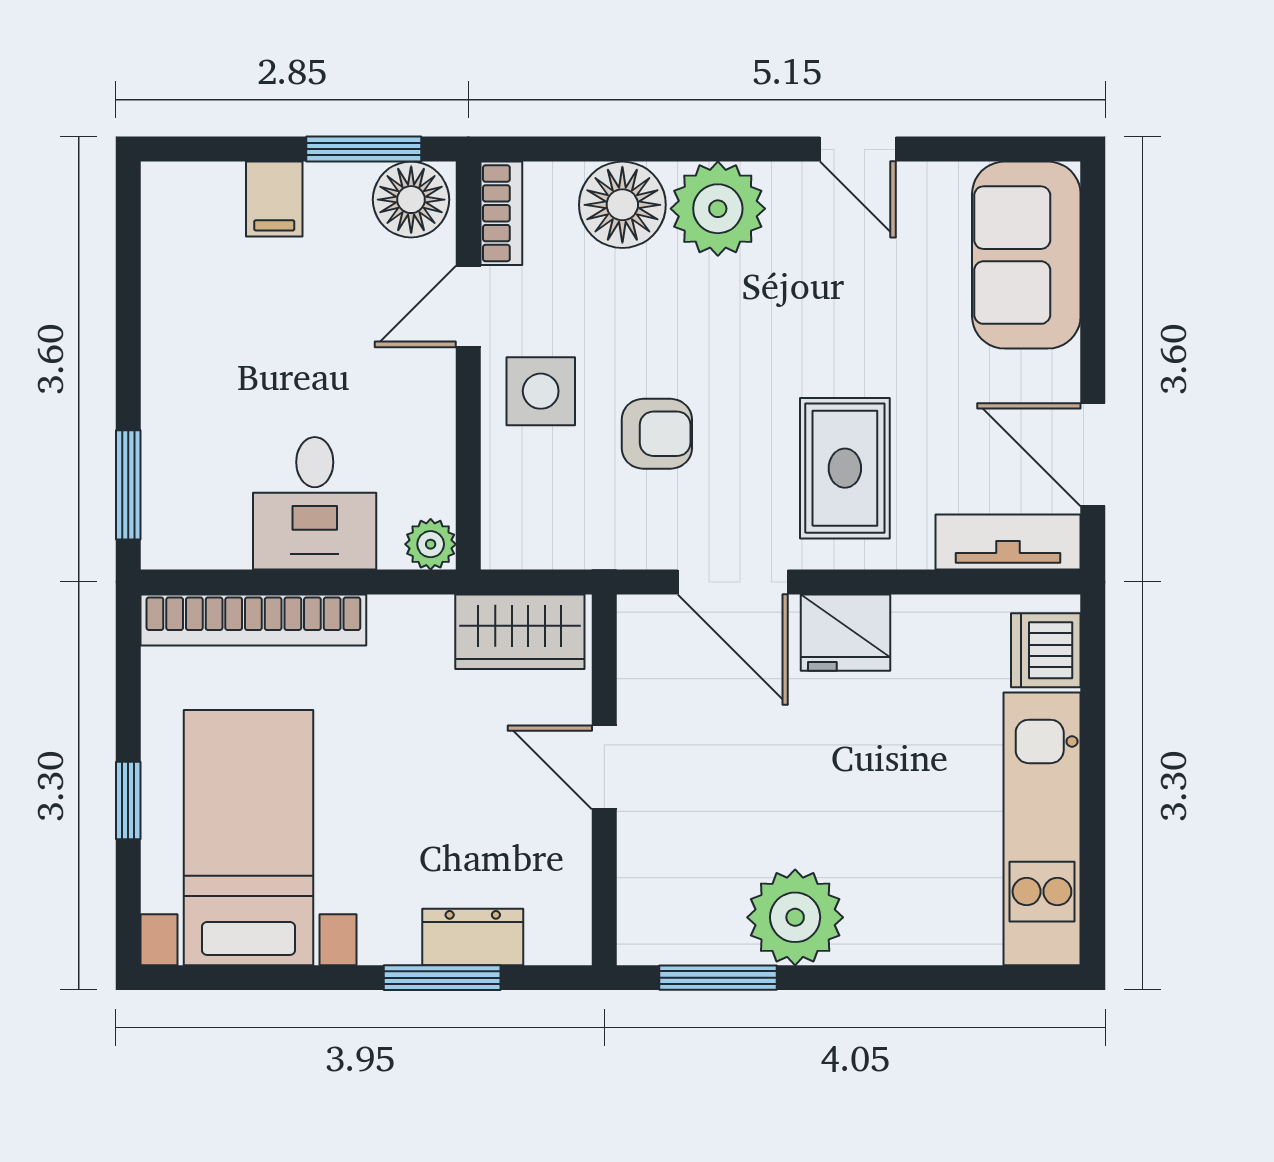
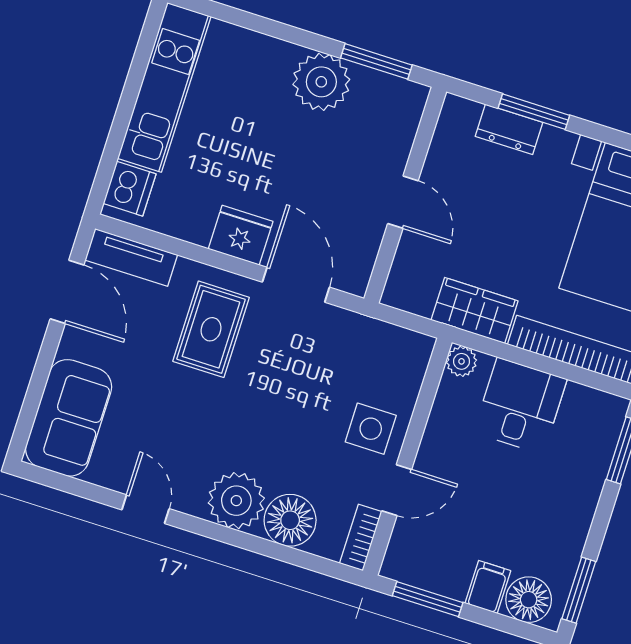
floor lamp: (411, 200) -> (529, 600), moved
window: (128, 240) -> (579, 590), added
armchair: (657, 434) -> (312, 383), removed
wardrobe: (520, 632) -> (475, 310), moved

